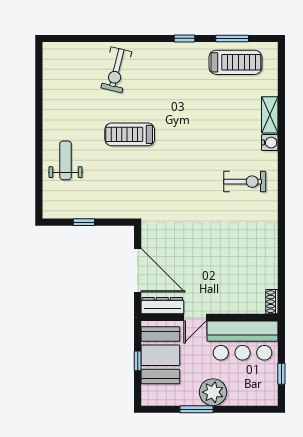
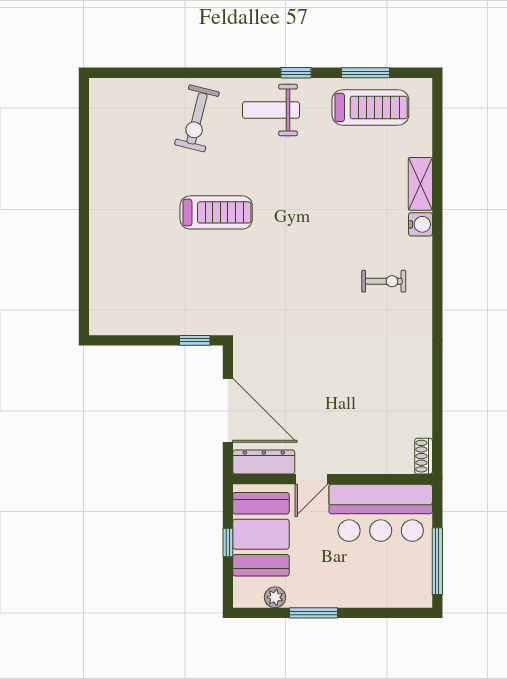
treadmill: (130, 134) -> (216, 212), turned 180
weight bench: (65, 160) -> (271, 110), moved, turned -90
exercise bike: (245, 182) -> (384, 281), width x0.73, depth x0.72
window: (84, 222) -> (195, 340), moved
window: (281, 374) -> (437, 561), width x2.17
plant: (213, 392) -> (275, 597), moved, width x0.53, depth x0.53

